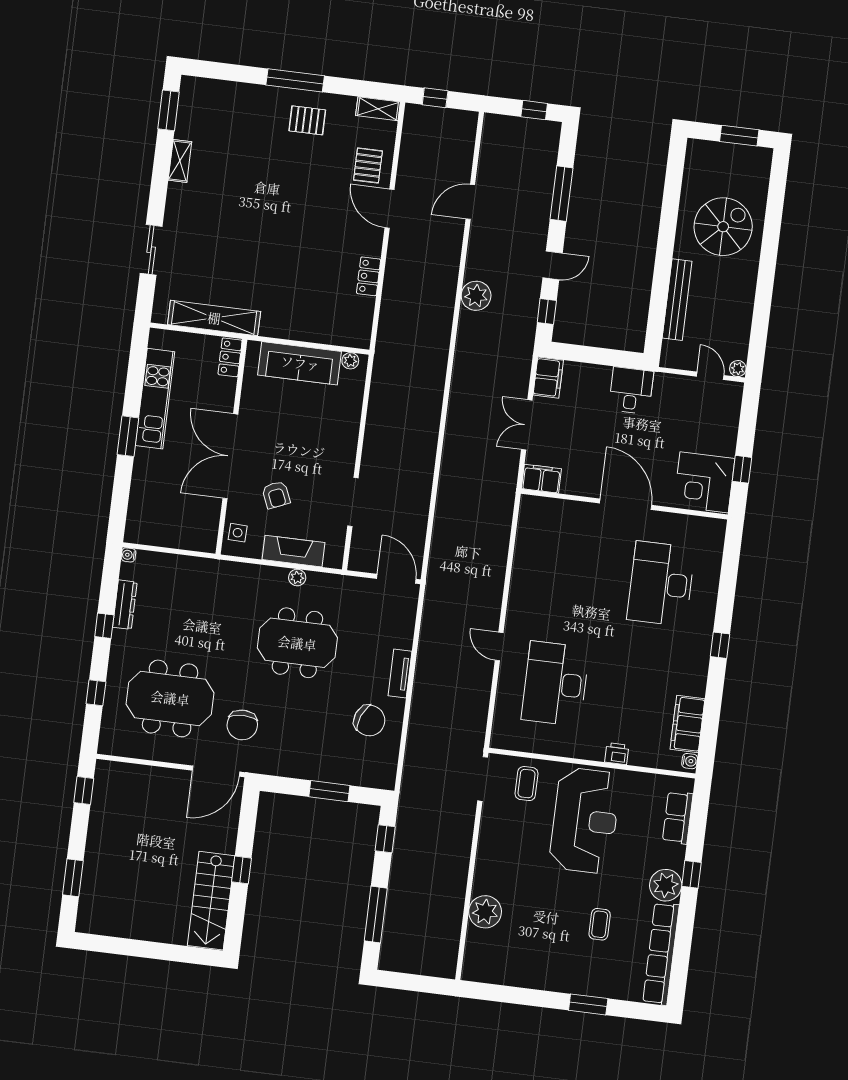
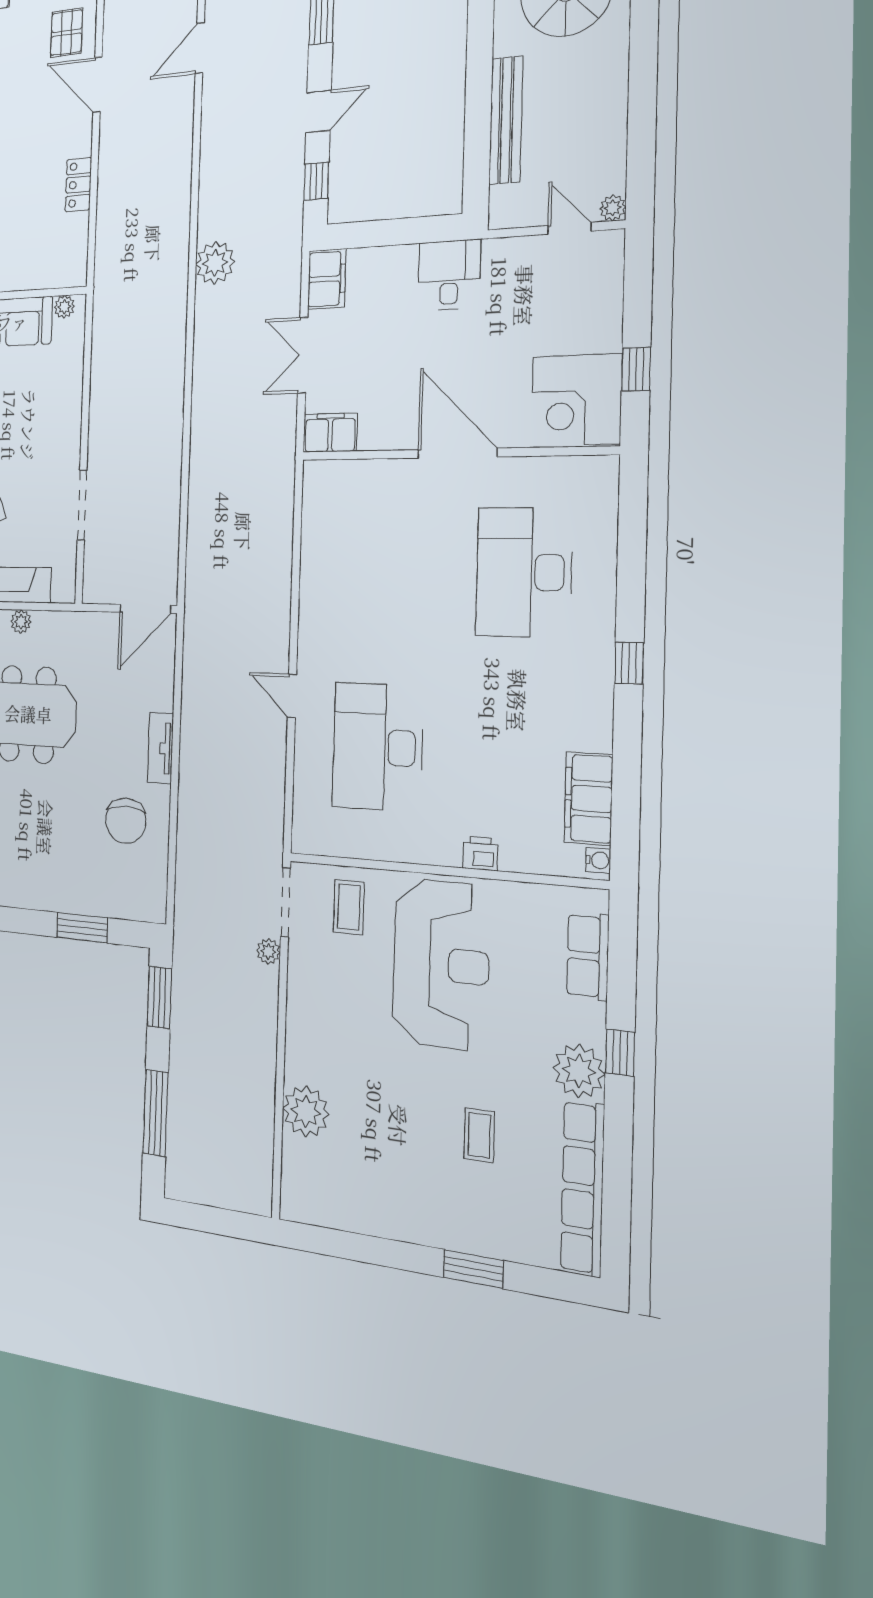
plant: (476, 296) -> (215, 263), moved
door: (396, 579) -> (145, 609), swing flipped
chair: (369, 721) -> (126, 821), turned 68
plant: (468, 810) -> (268, 951), added
window: (385, 839) -> (159, 997), width x1.50

